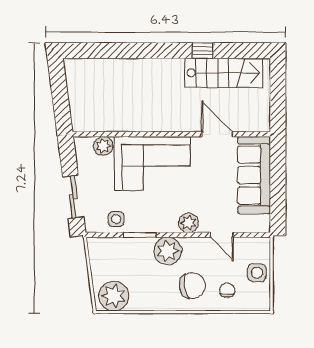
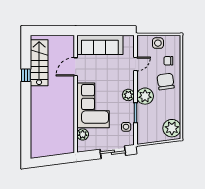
plant: (189, 223) -> (128, 95), moved

